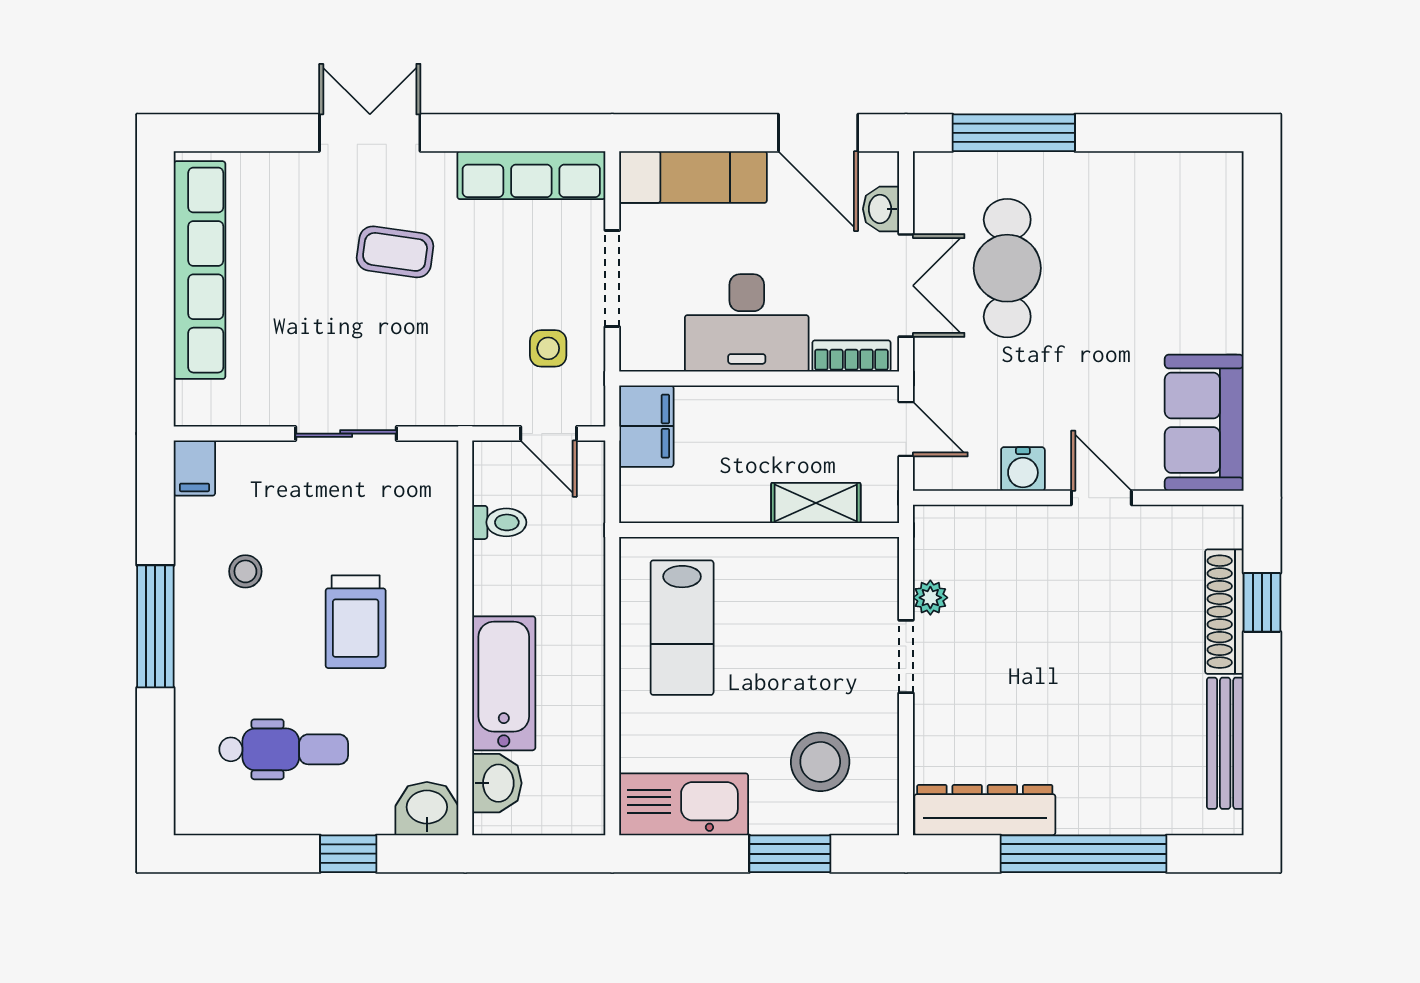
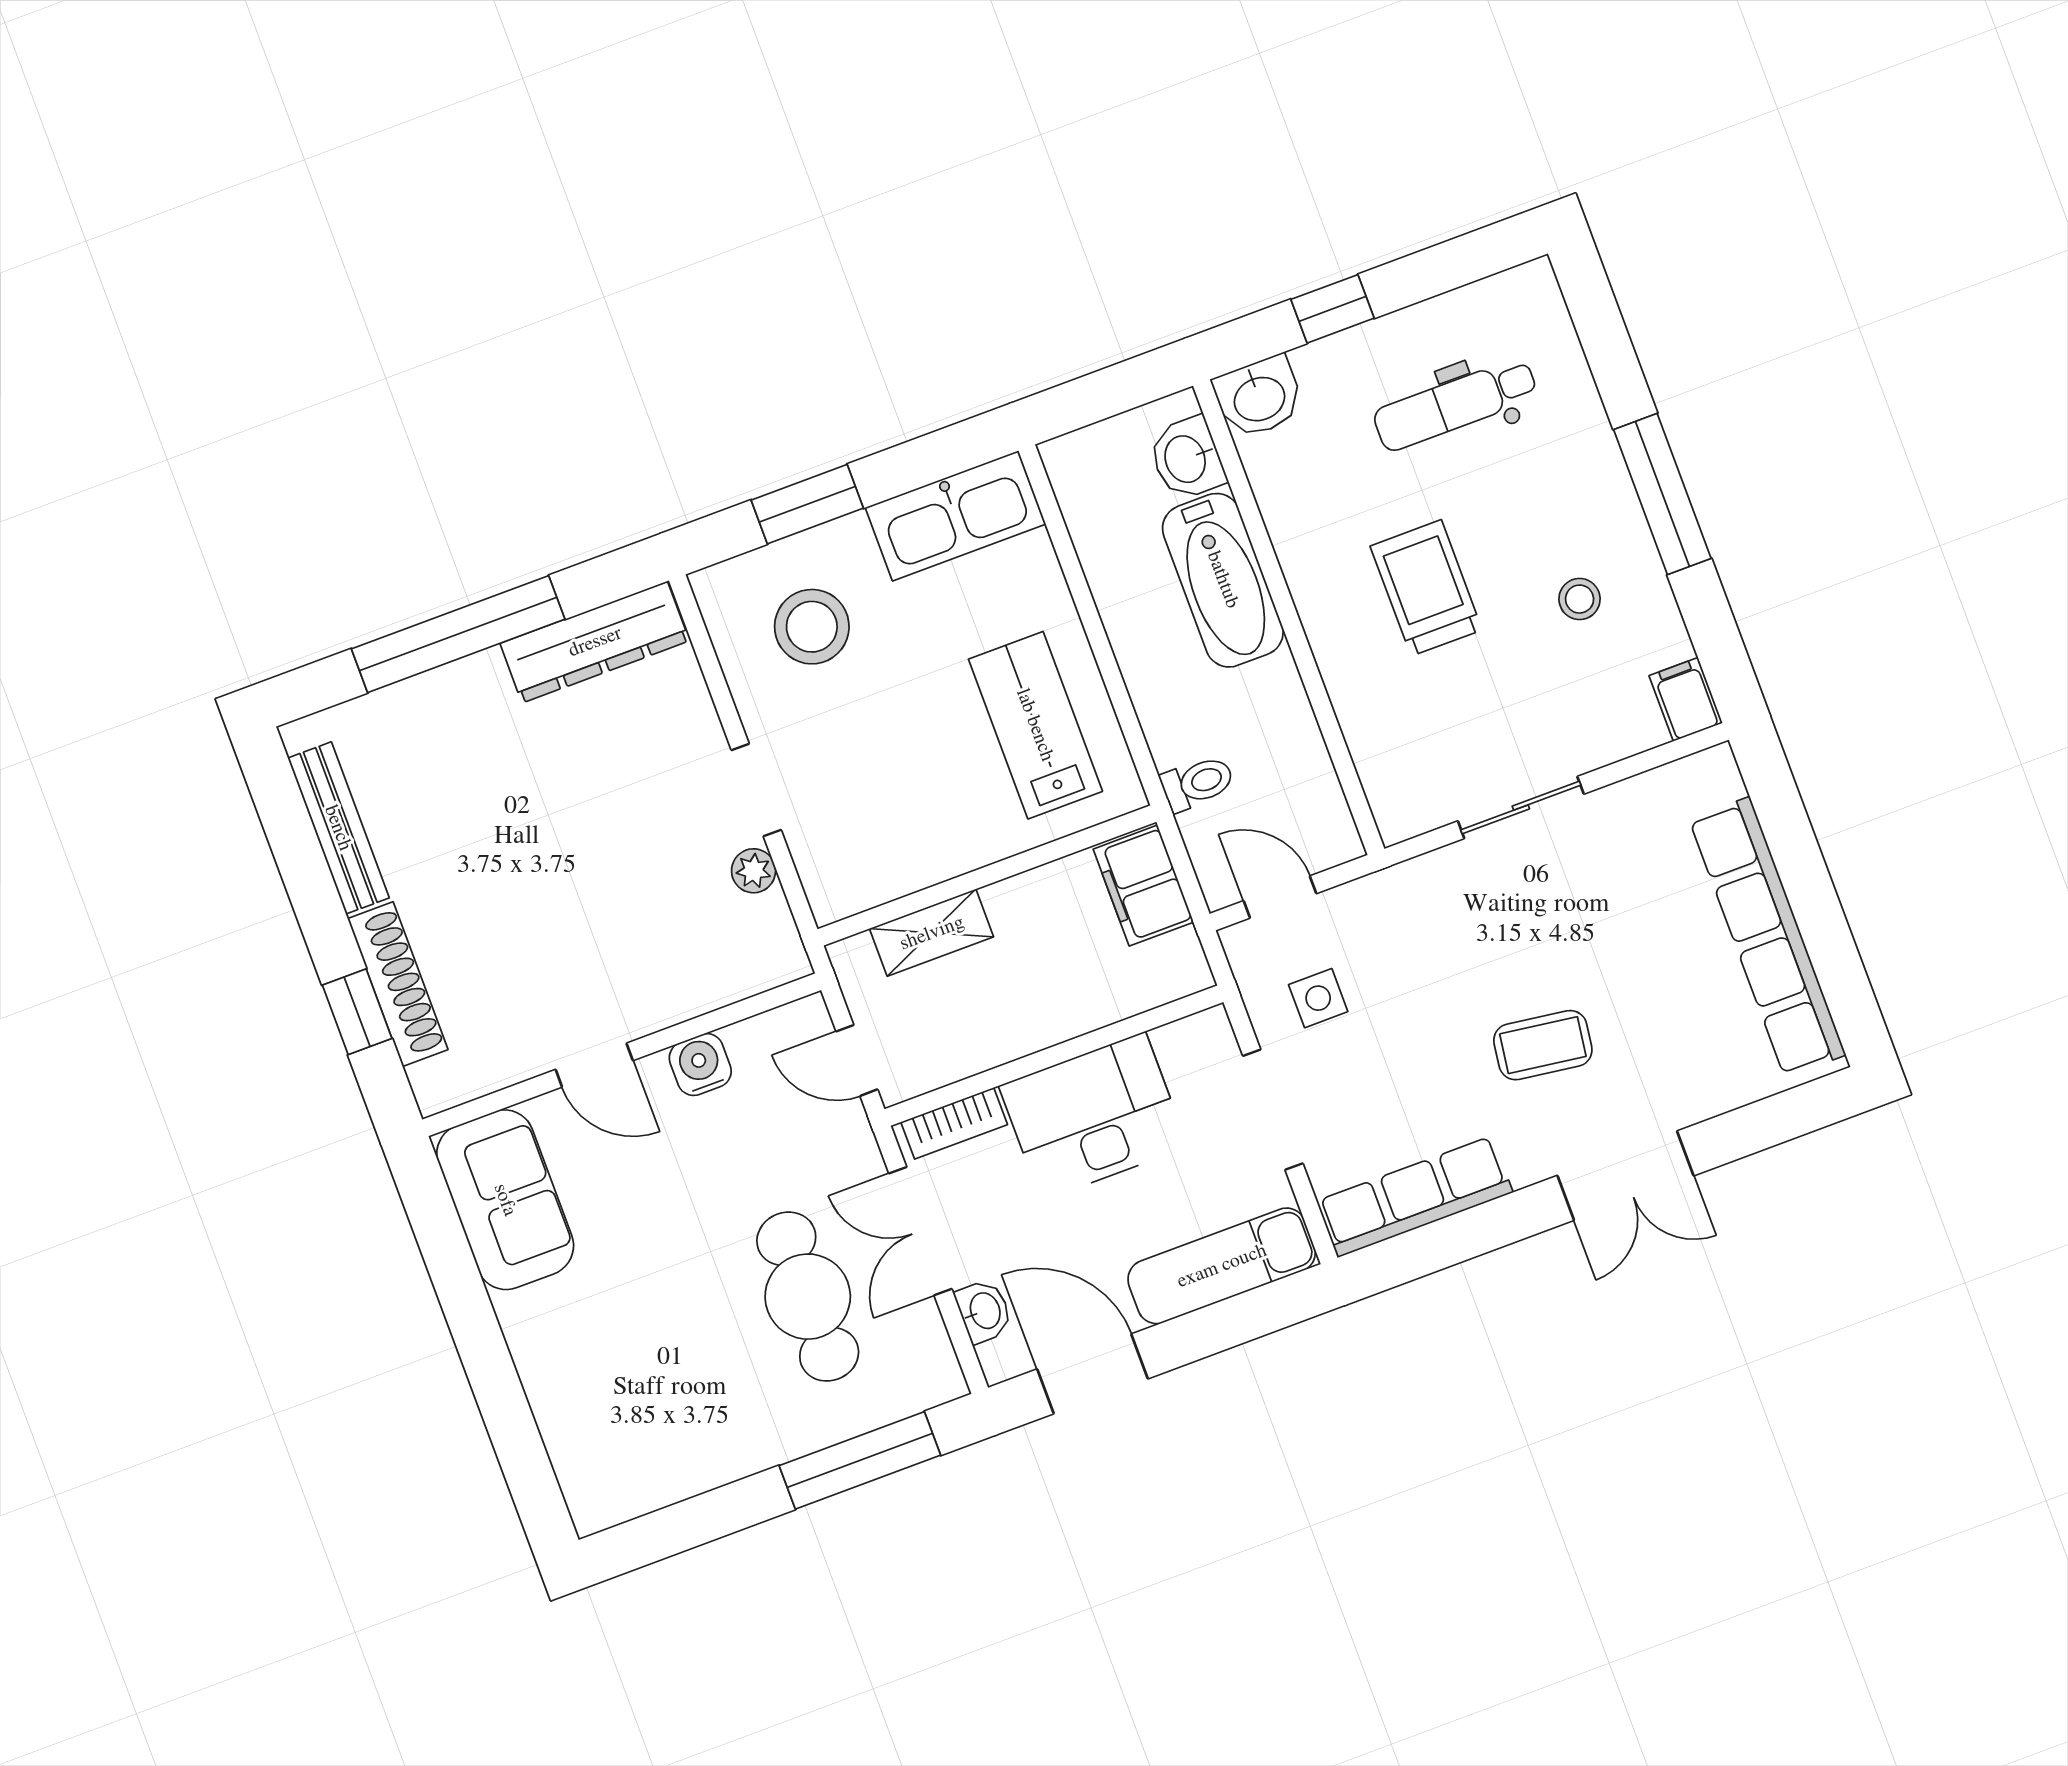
filing cabinet: (646, 426) -> (1143, 886), moved
toilet: (499, 522) -> (1197, 783), moved, turned 180

